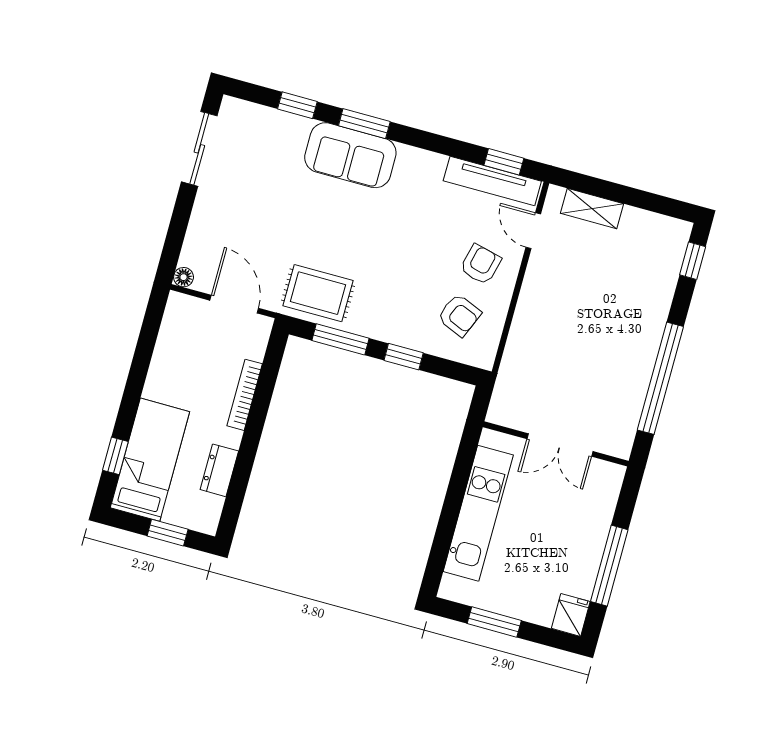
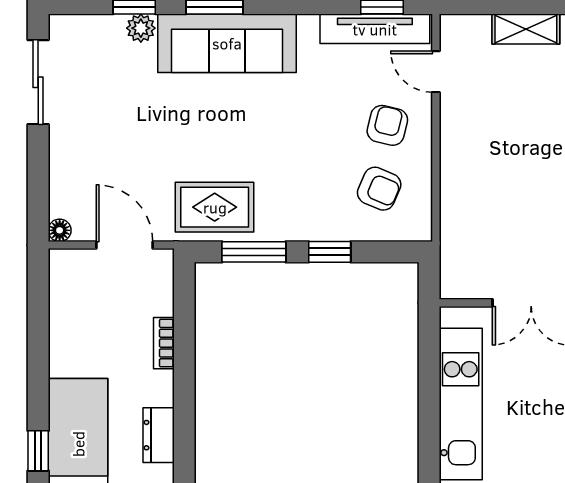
plant: (297, 127) -> (141, 28), added
sofa: (350, 155) -> (227, 43), width x1.36
shelving: (592, 209) -> (526, 29), moved
bookcase: (245, 395) -> (164, 343), width x0.64

